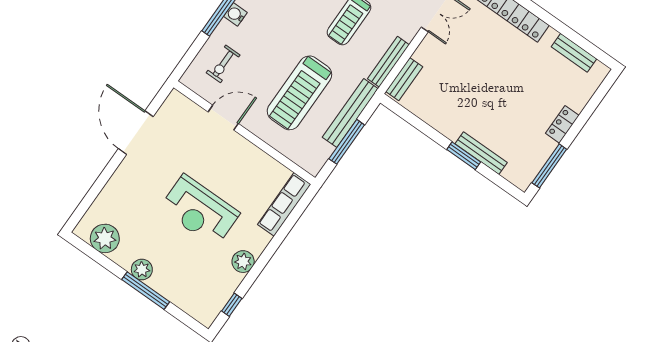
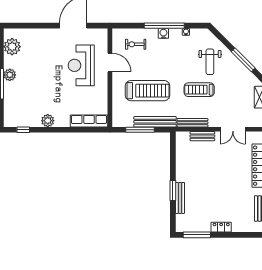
bench: (404, 79) -> (202, 136), moved
treadmill: (299, 93) -> (148, 91), turned 180
reception desk: (200, 211) -> (81, 65), moved

